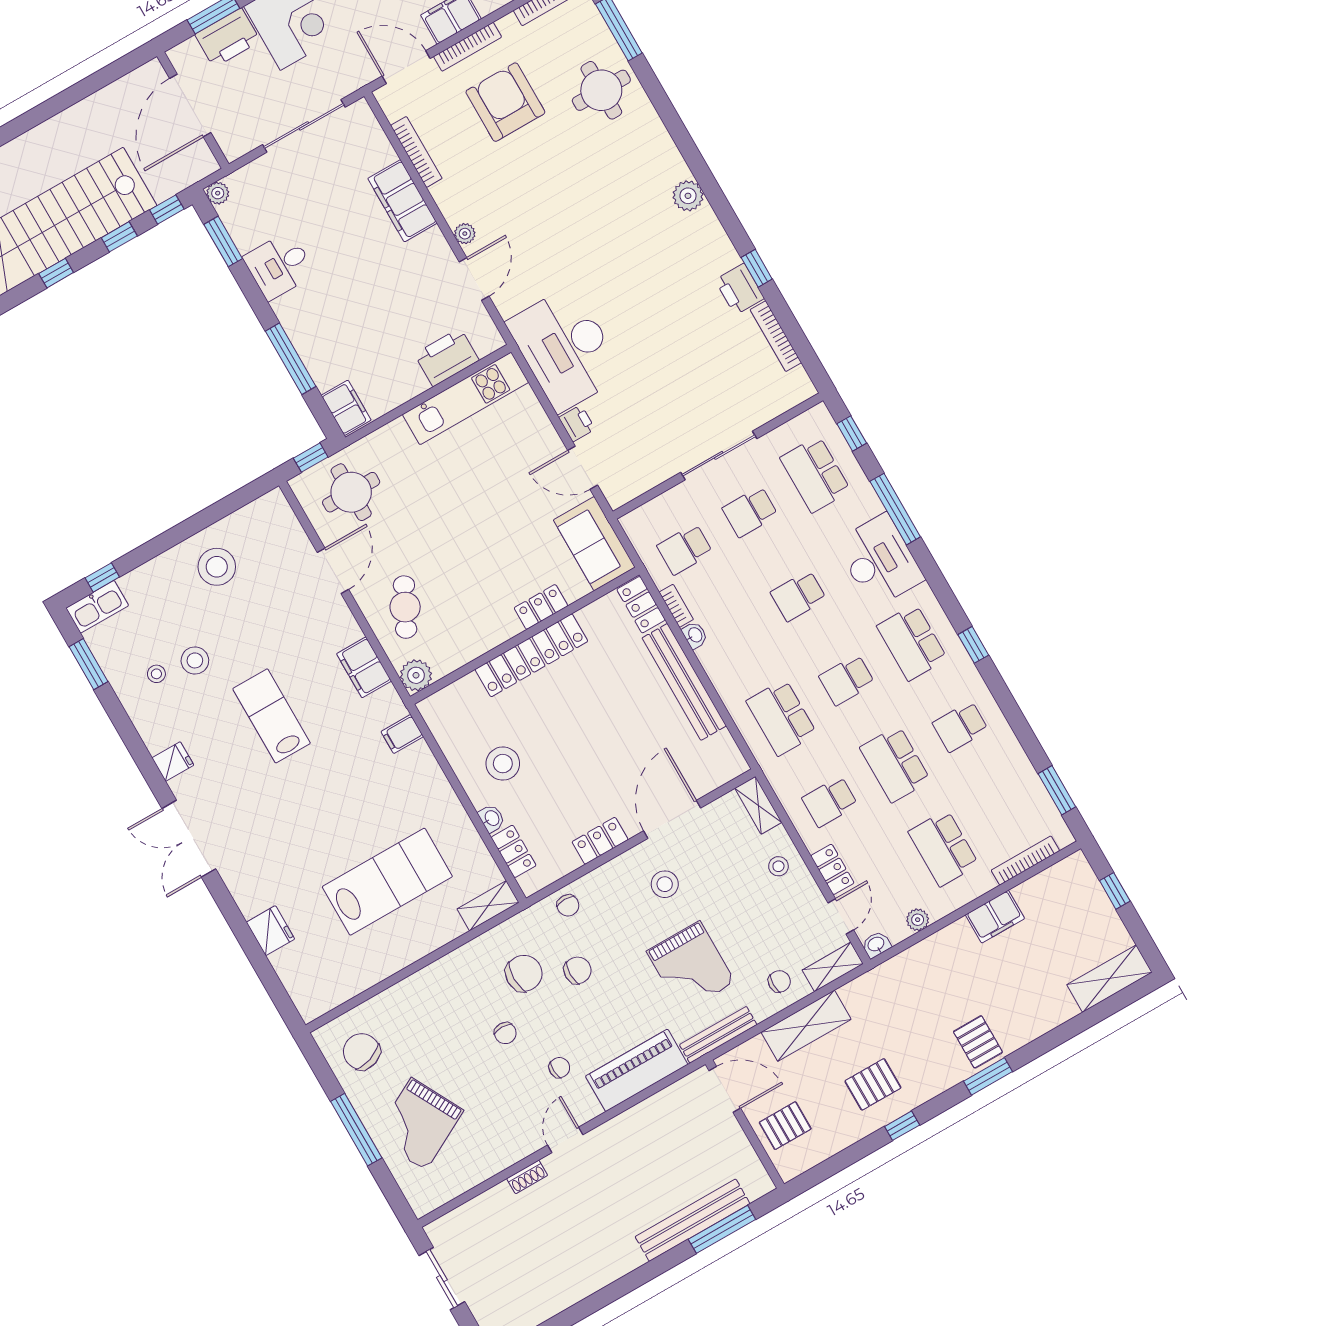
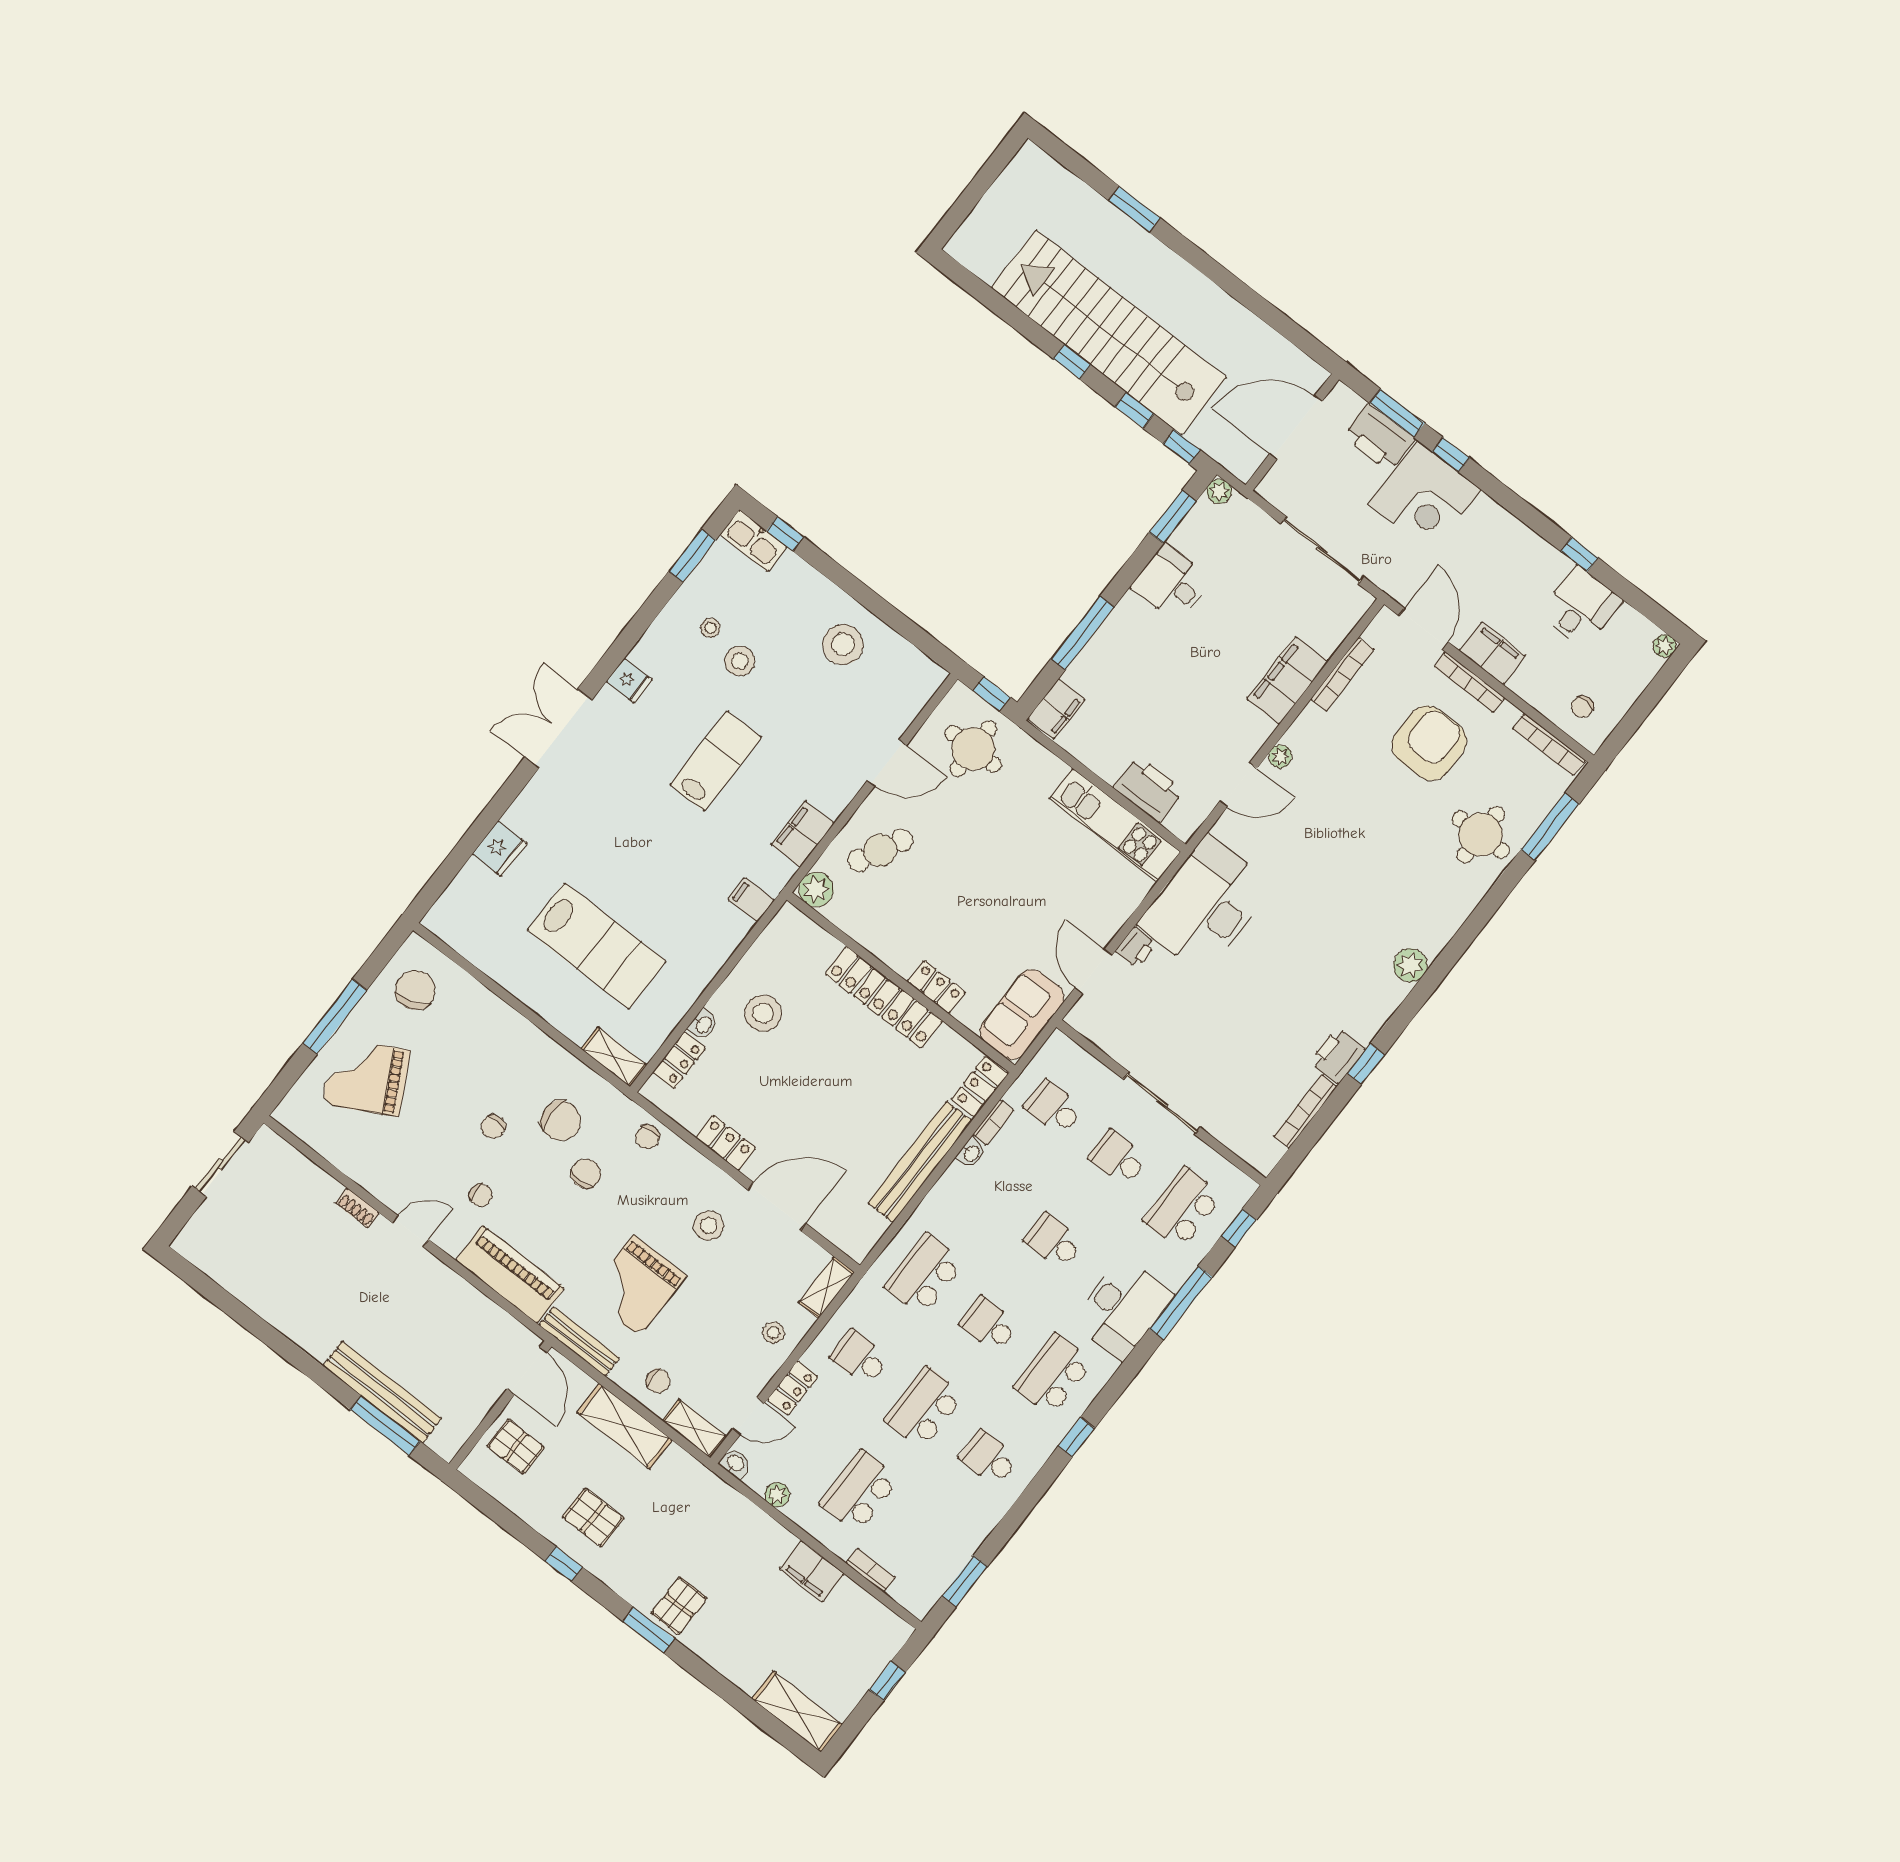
bookcase: (1025, 860) -> (870, 1570), width x0.64
chair: (578, 970) -> (586, 1174), turned -90

